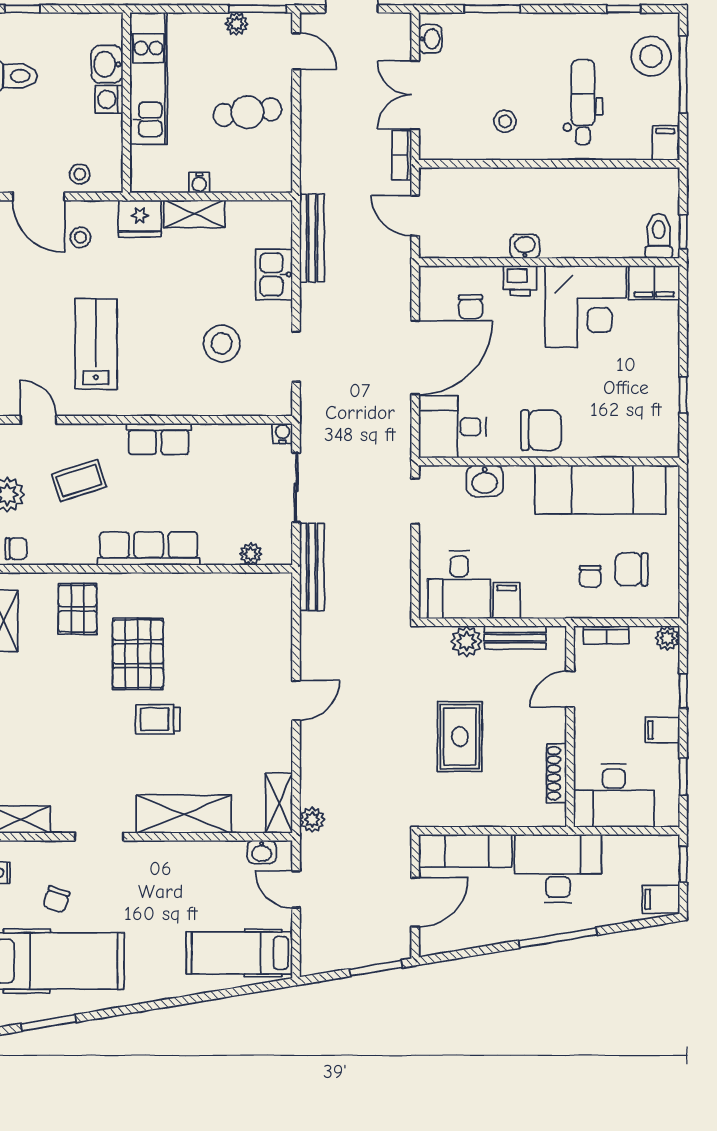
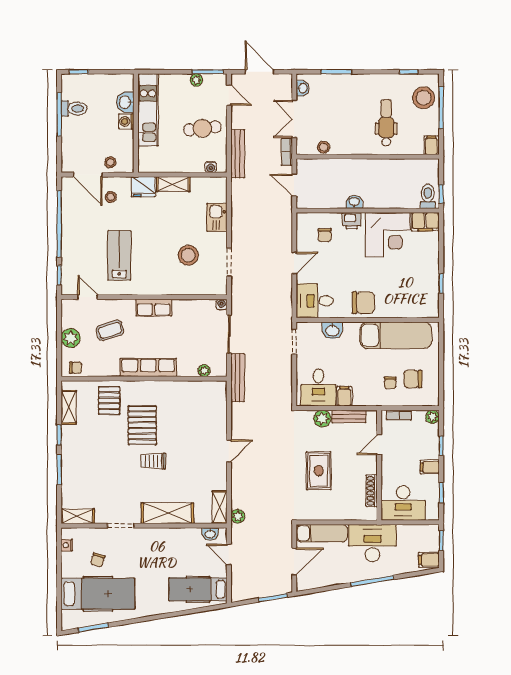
stool: (505, 121) -> (324, 147), moved
water cooler: (199, 183) -> (211, 167), moved
bench: (312, 238) -> (238, 154), moved
door: (415, 358) -> (294, 263), width x0.53

